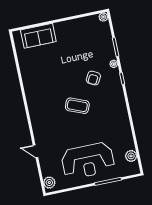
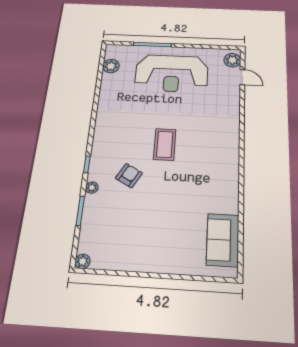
sofa: (38, 36) -> (223, 240), moved, turned -90
coffee table: (77, 106) -> (165, 144), turned 68
door: (35, 151) -> (242, 77), moved
reception desk: (88, 161) -> (172, 73), turned 180

